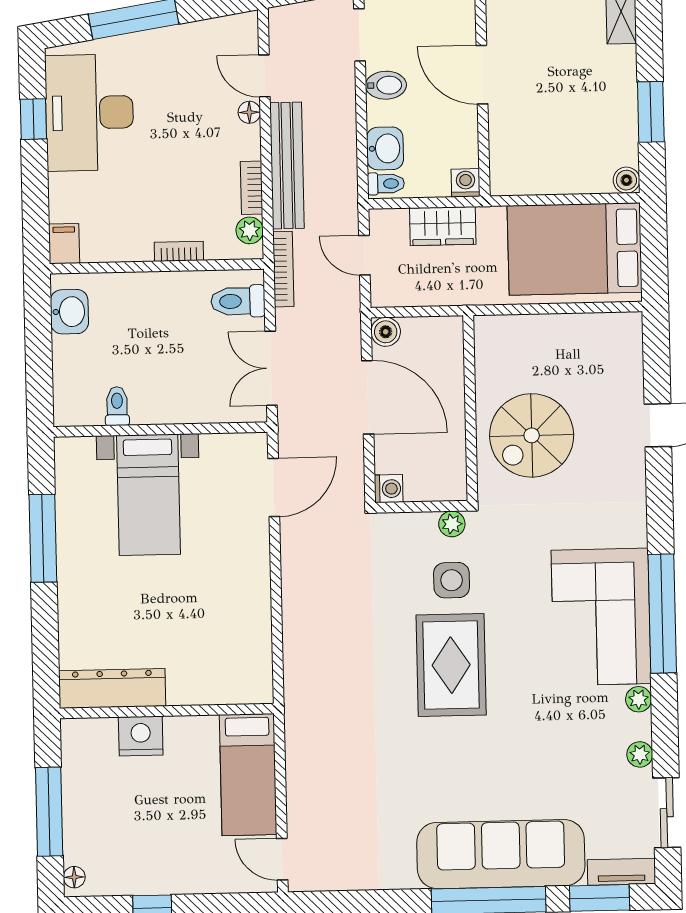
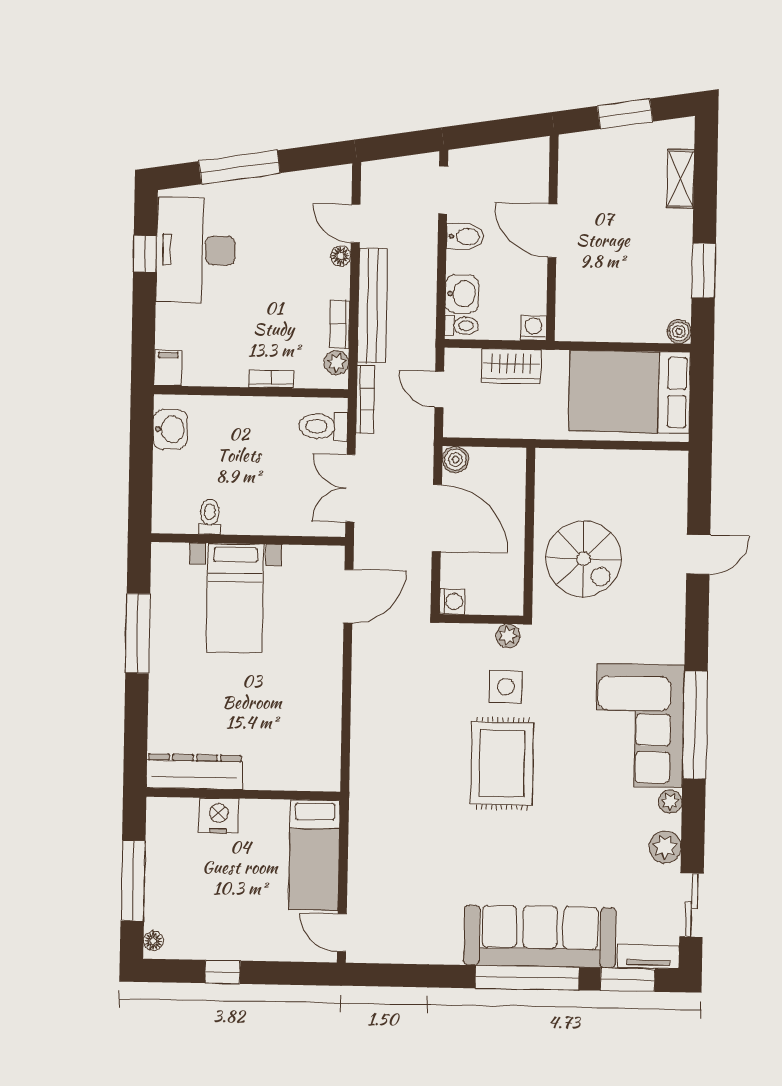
spiral stairs: (532, 435) -> (584, 559), turned -90
plant: (640, 754) -> (665, 847), width x1.38, depth x1.38

